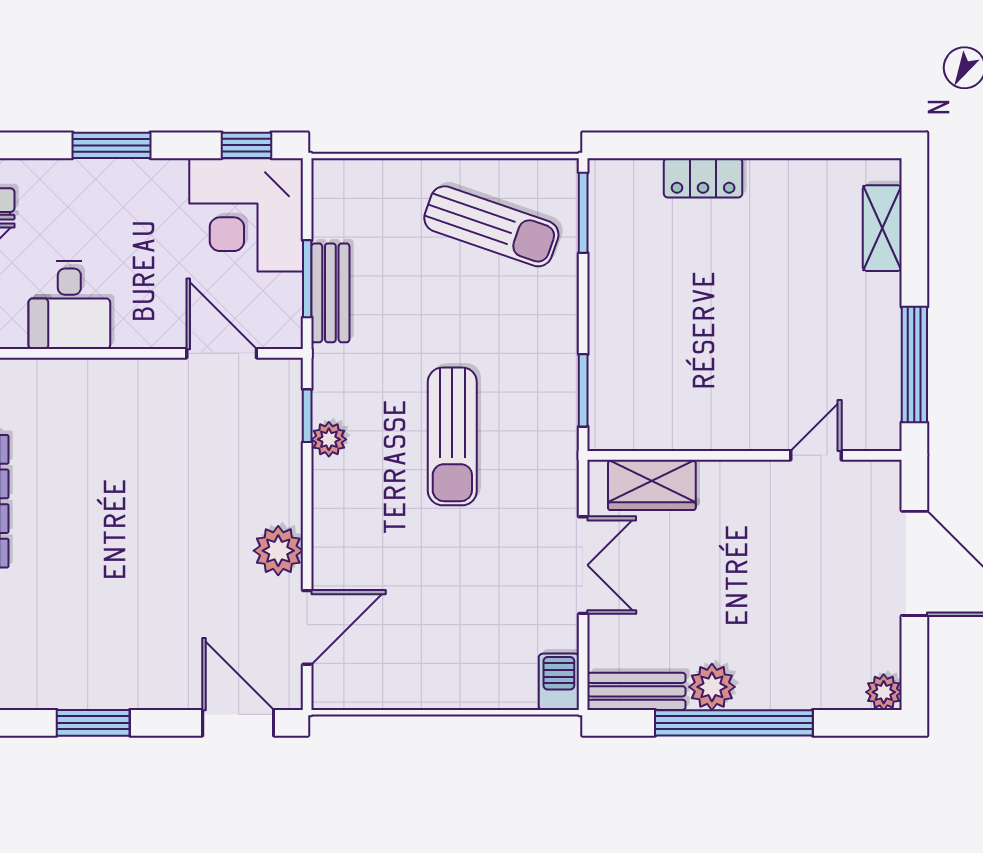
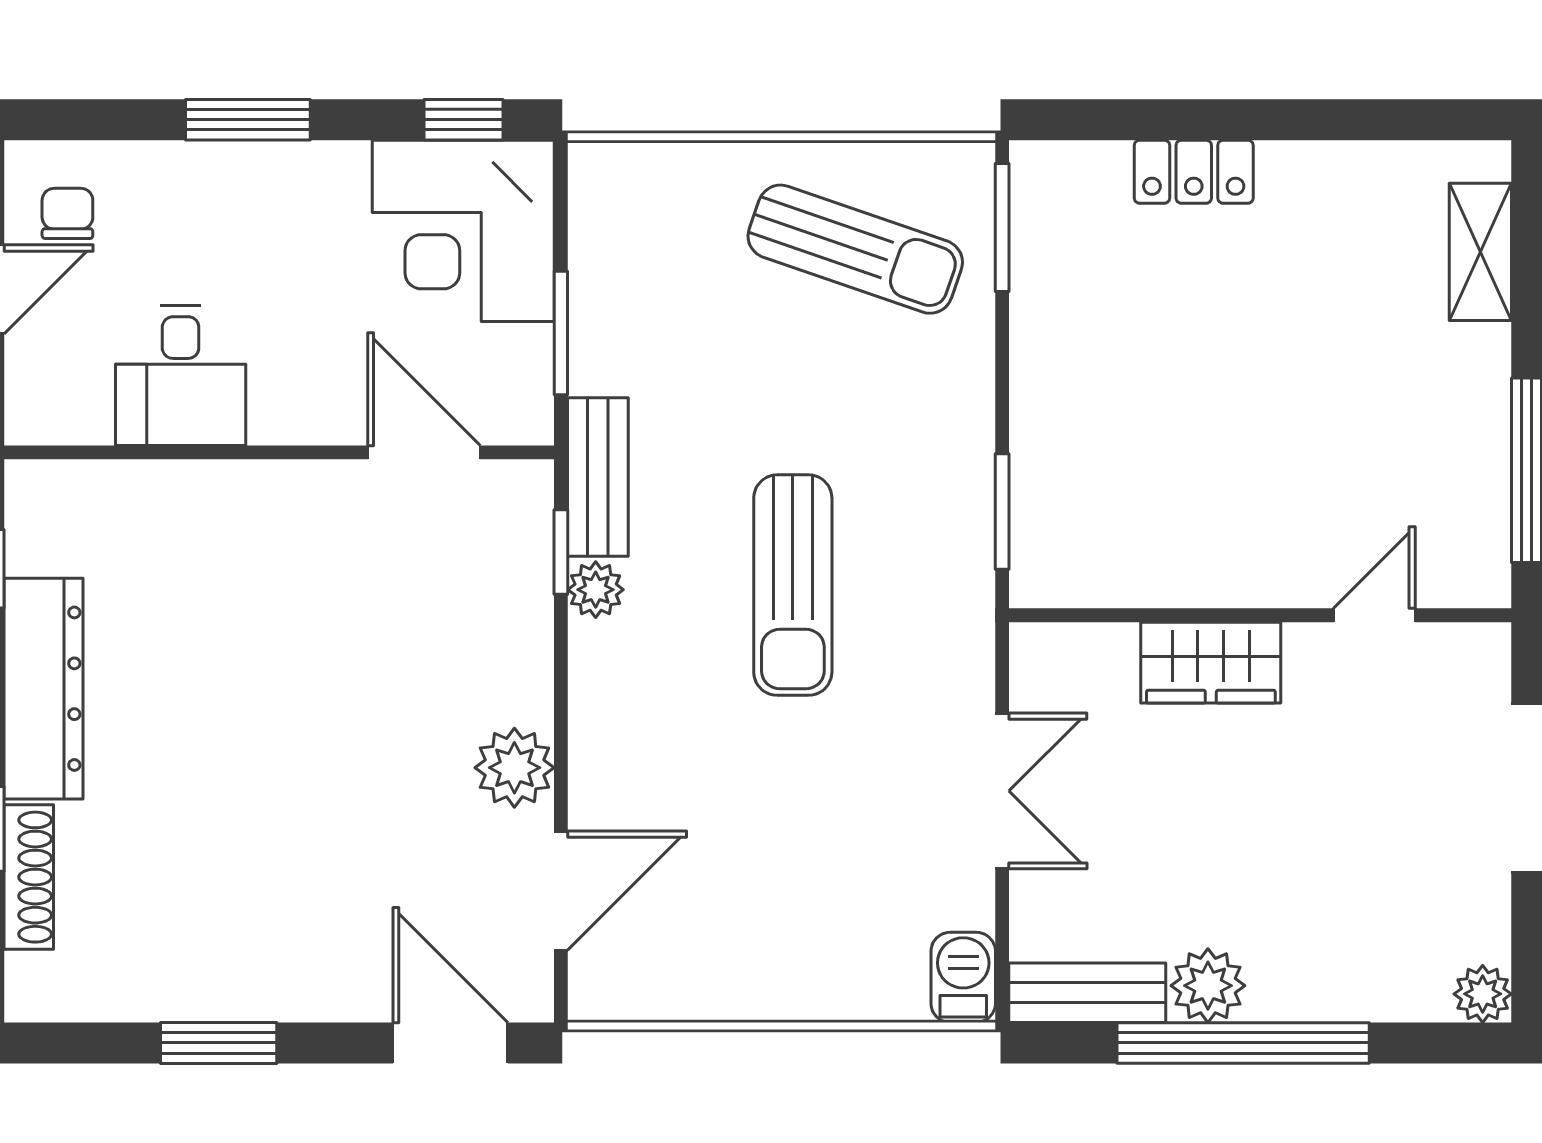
bench: (330, 293) -> (598, 477), moved
wardrobe: (652, 485) -> (1211, 663), moved

